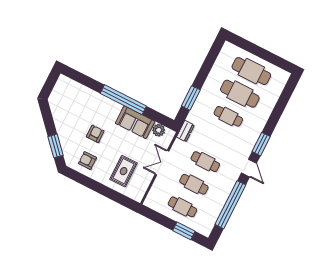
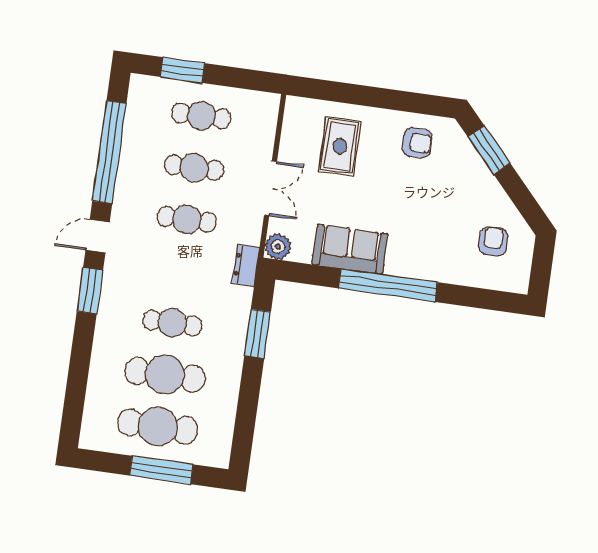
window: (257, 50) -> (161, 470), added
plant: (159, 130) -> (278, 247), moved
armchair: (95, 134) -> (493, 241), moved, turned 180
door: (249, 168) -> (98, 236), hinge flipped

